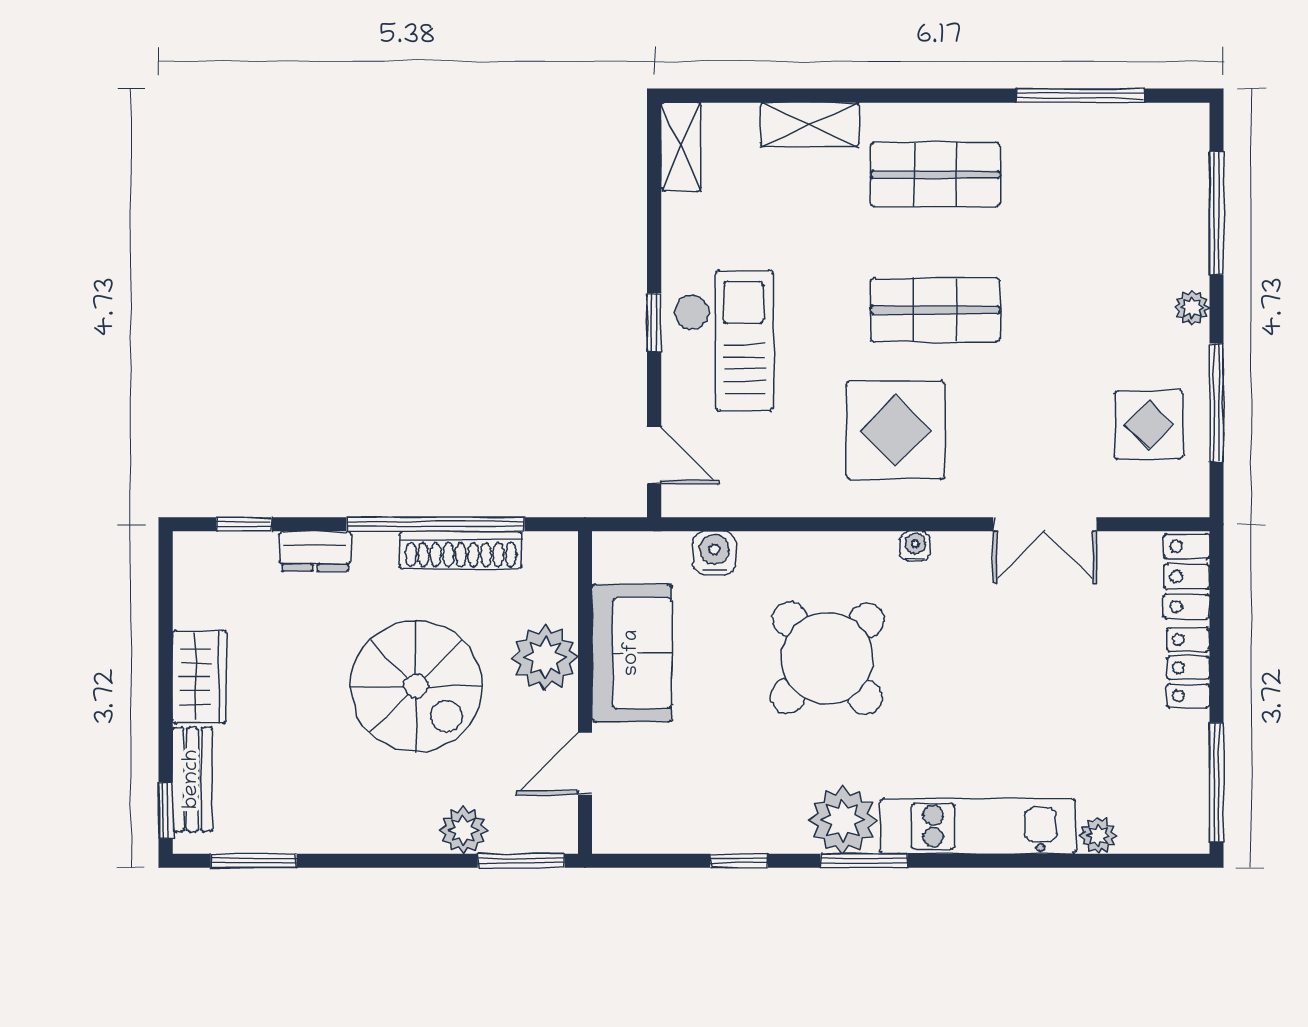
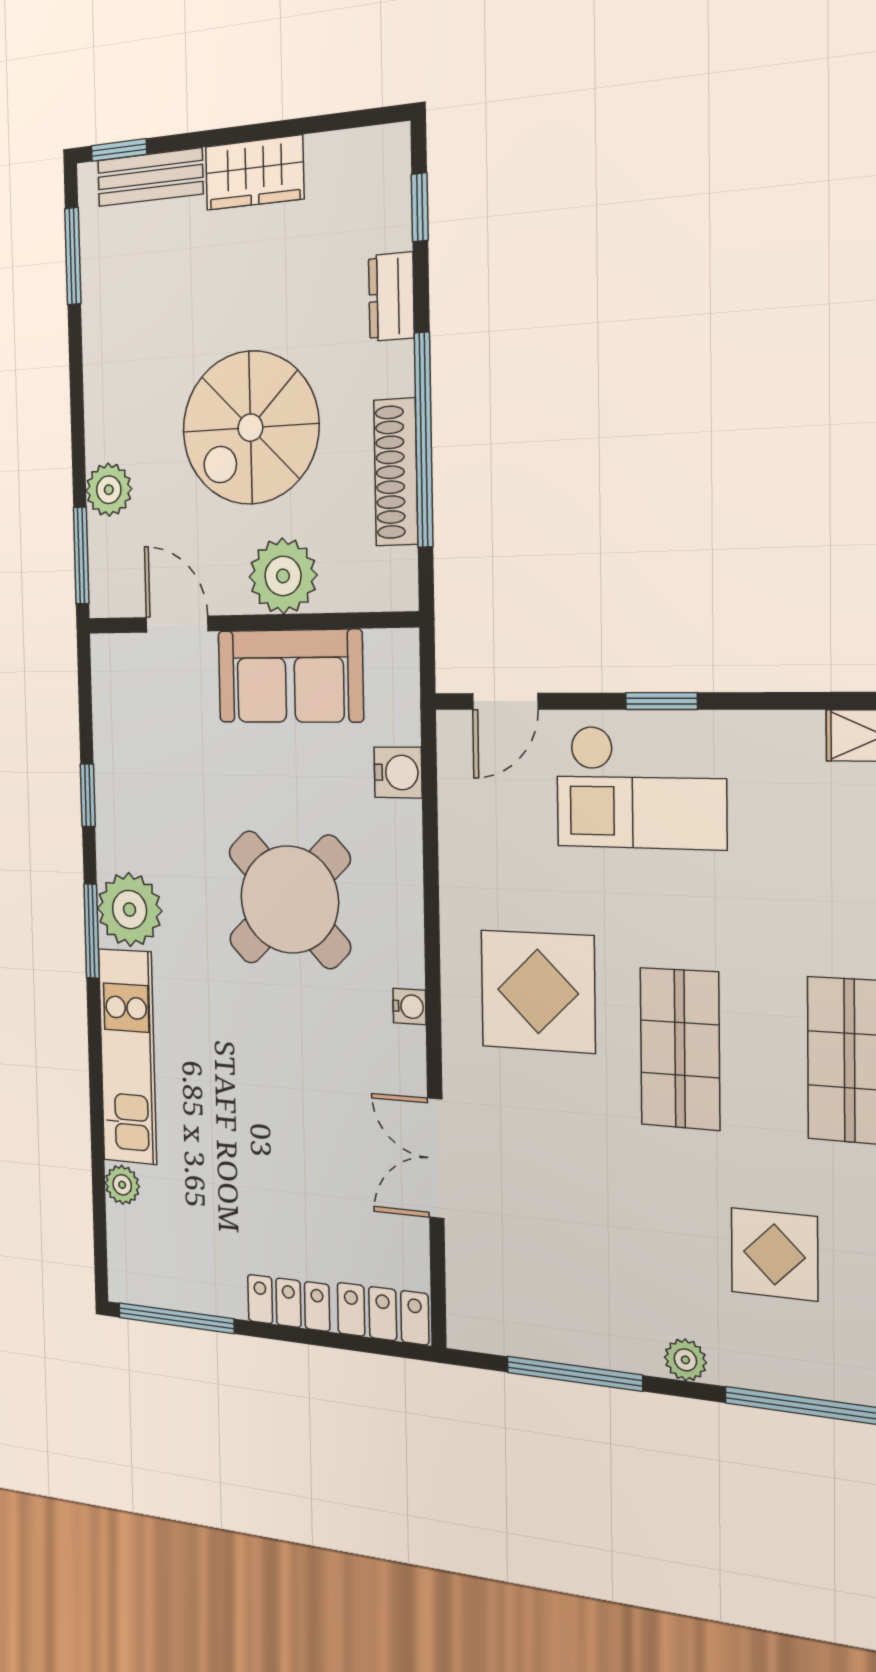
display table: (1149, 425) -> (774, 1254), moved

